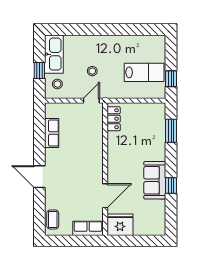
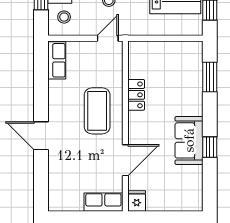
locker: (114, 119) -> (136, 95), moved
row of seats: (52, 133) -> (57, 60), moved
coffee table: (53, 219) -> (97, 111), moved, width x1.86, depth x1.72
fridge: (120, 225) -> (137, 201), width x0.53, depth x0.75

